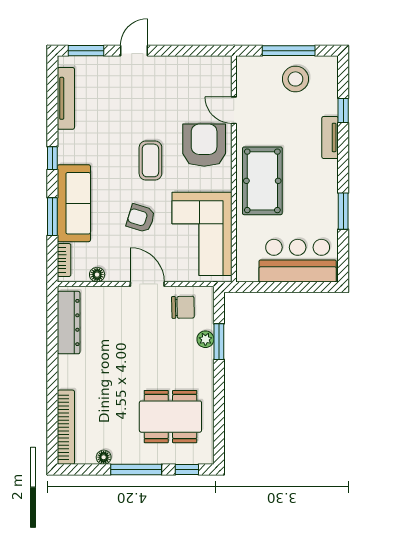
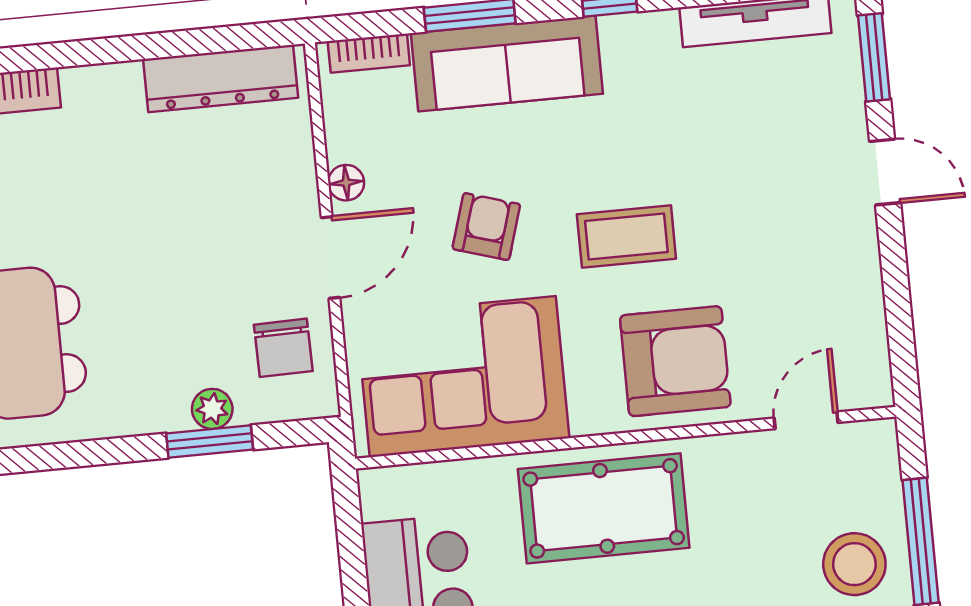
door: (234, 110) -> (806, 420), moved
floor lamp: (97, 275) -> (346, 183), moved

